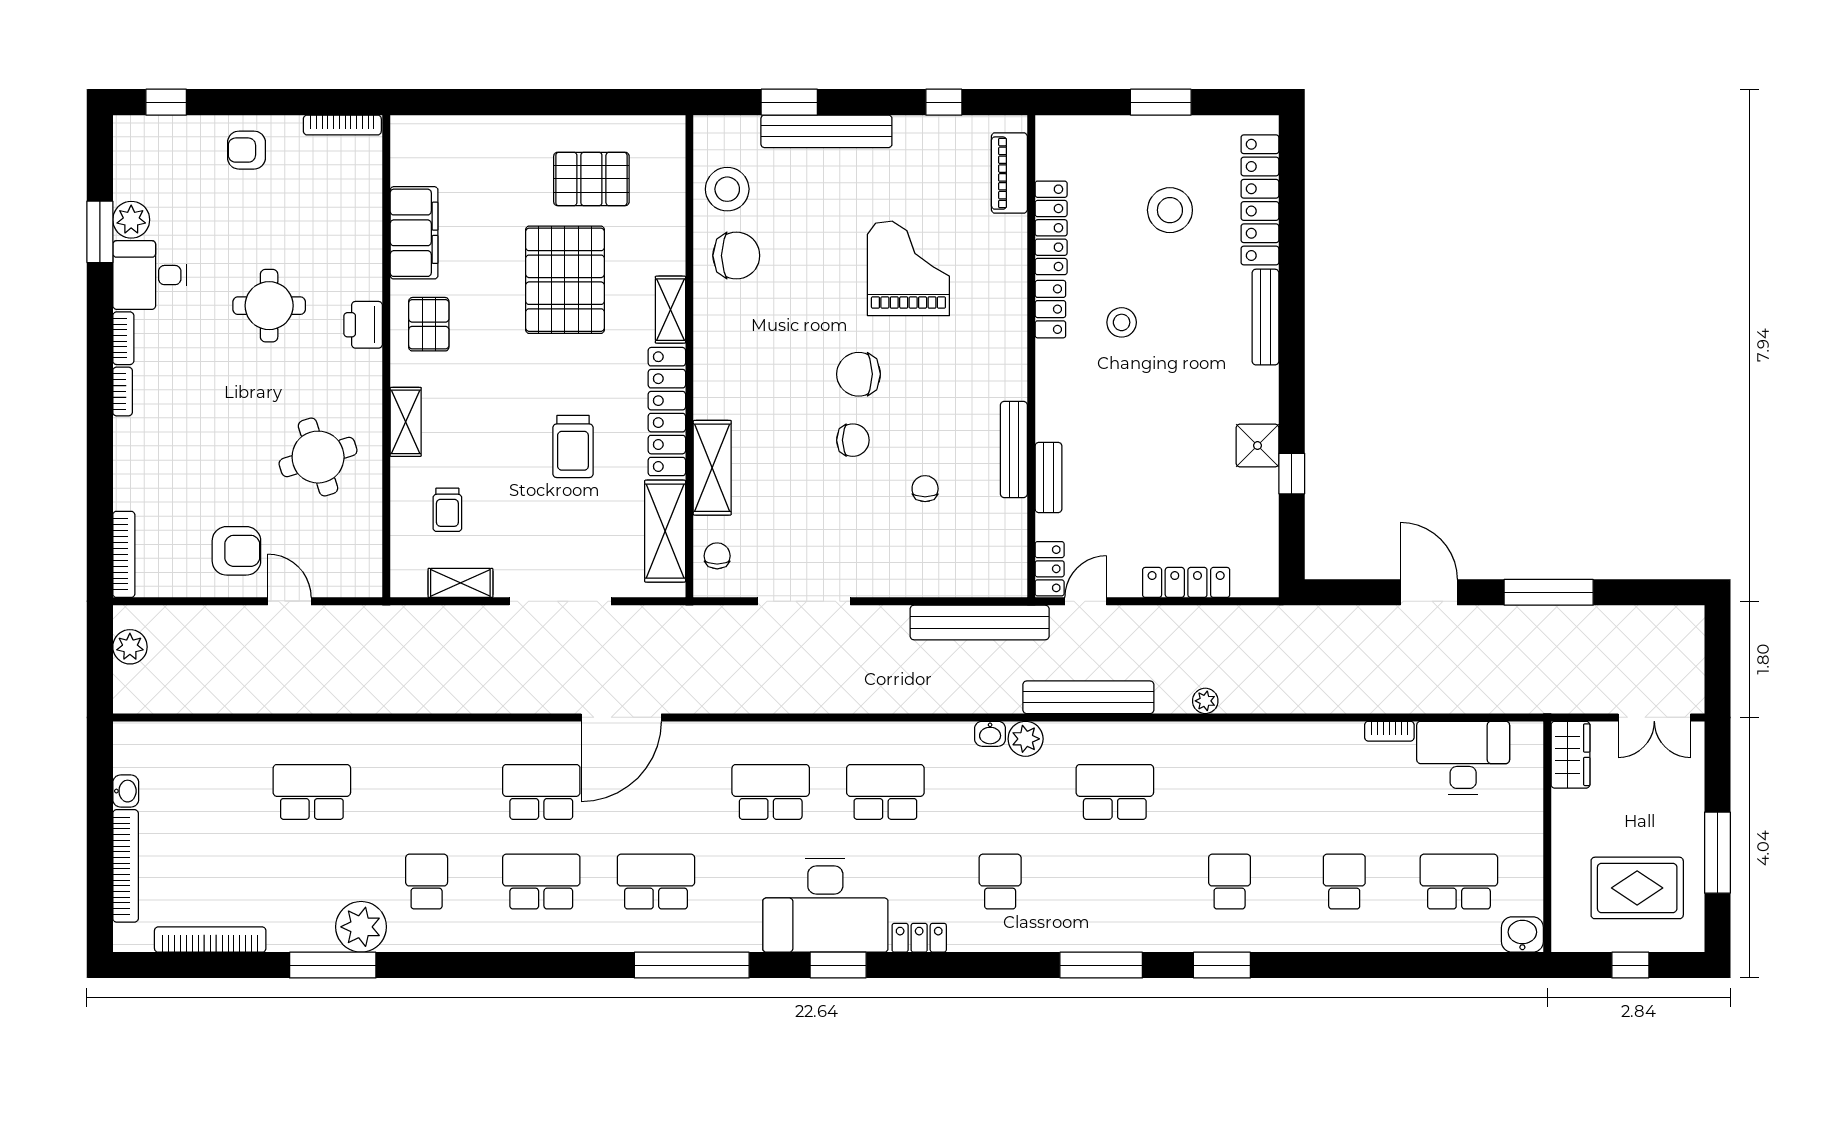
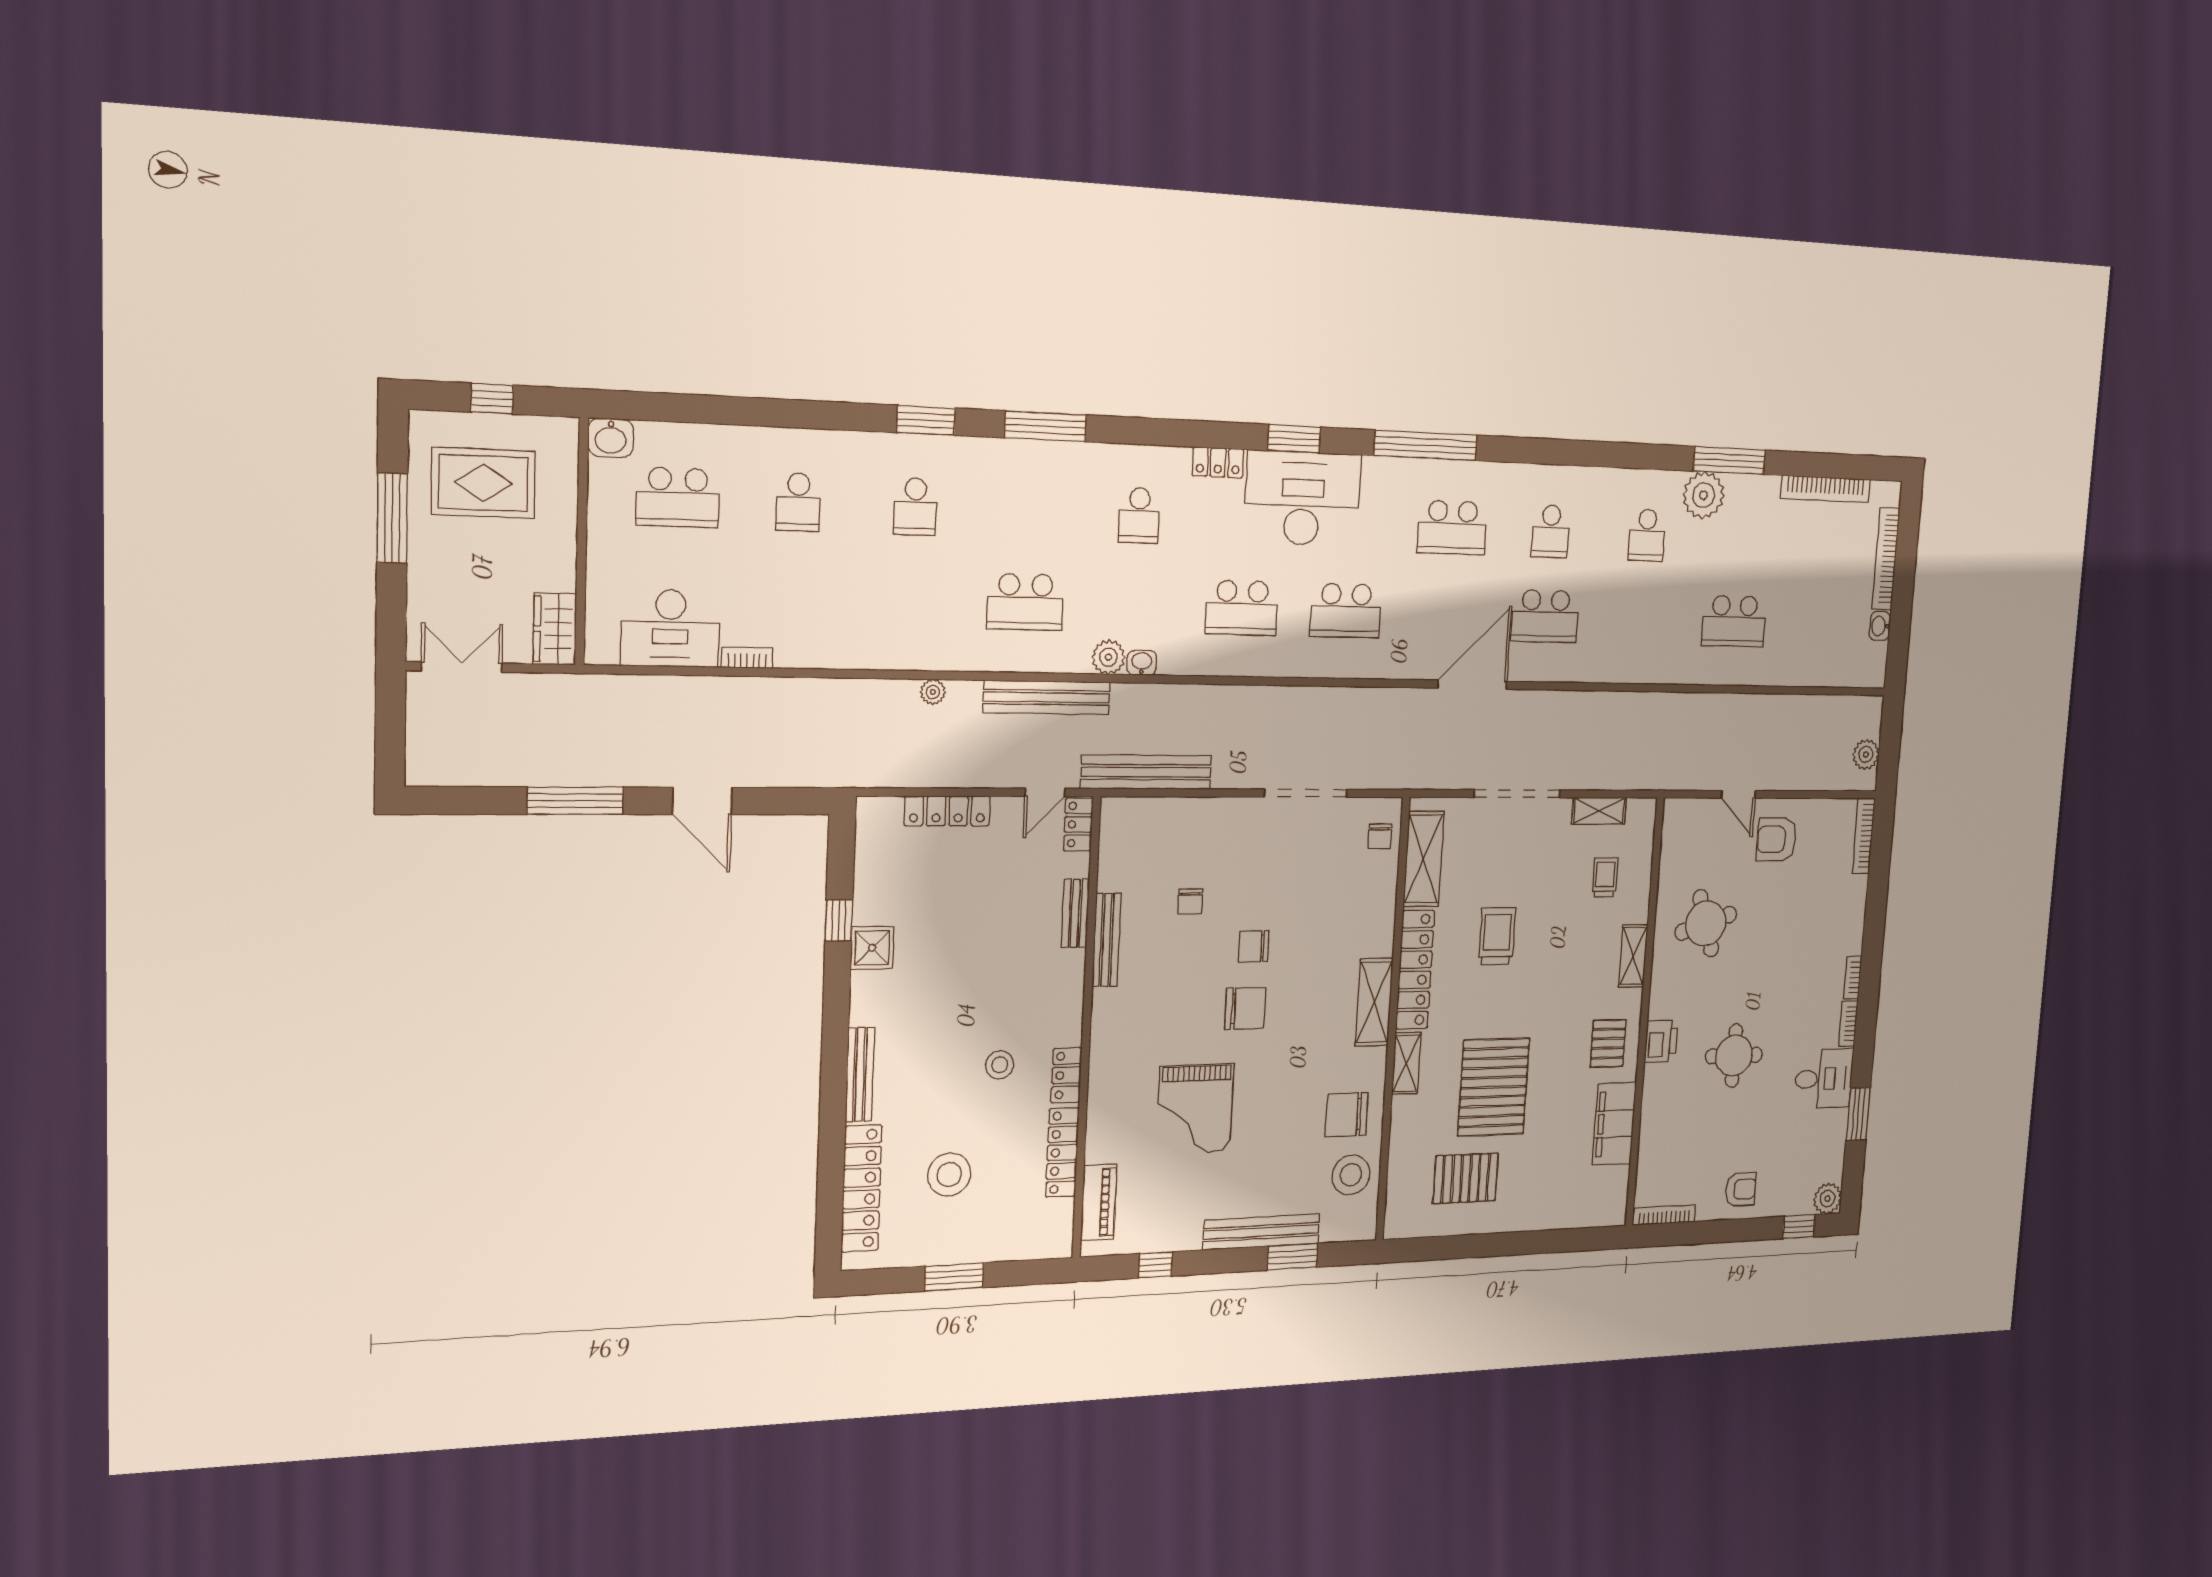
plant: (131, 220) -> (1828, 1199), moved
shelving: (712, 468) -> (1374, 1002), moved
school desk: (541, 882) -> (1551, 531), width x0.54

